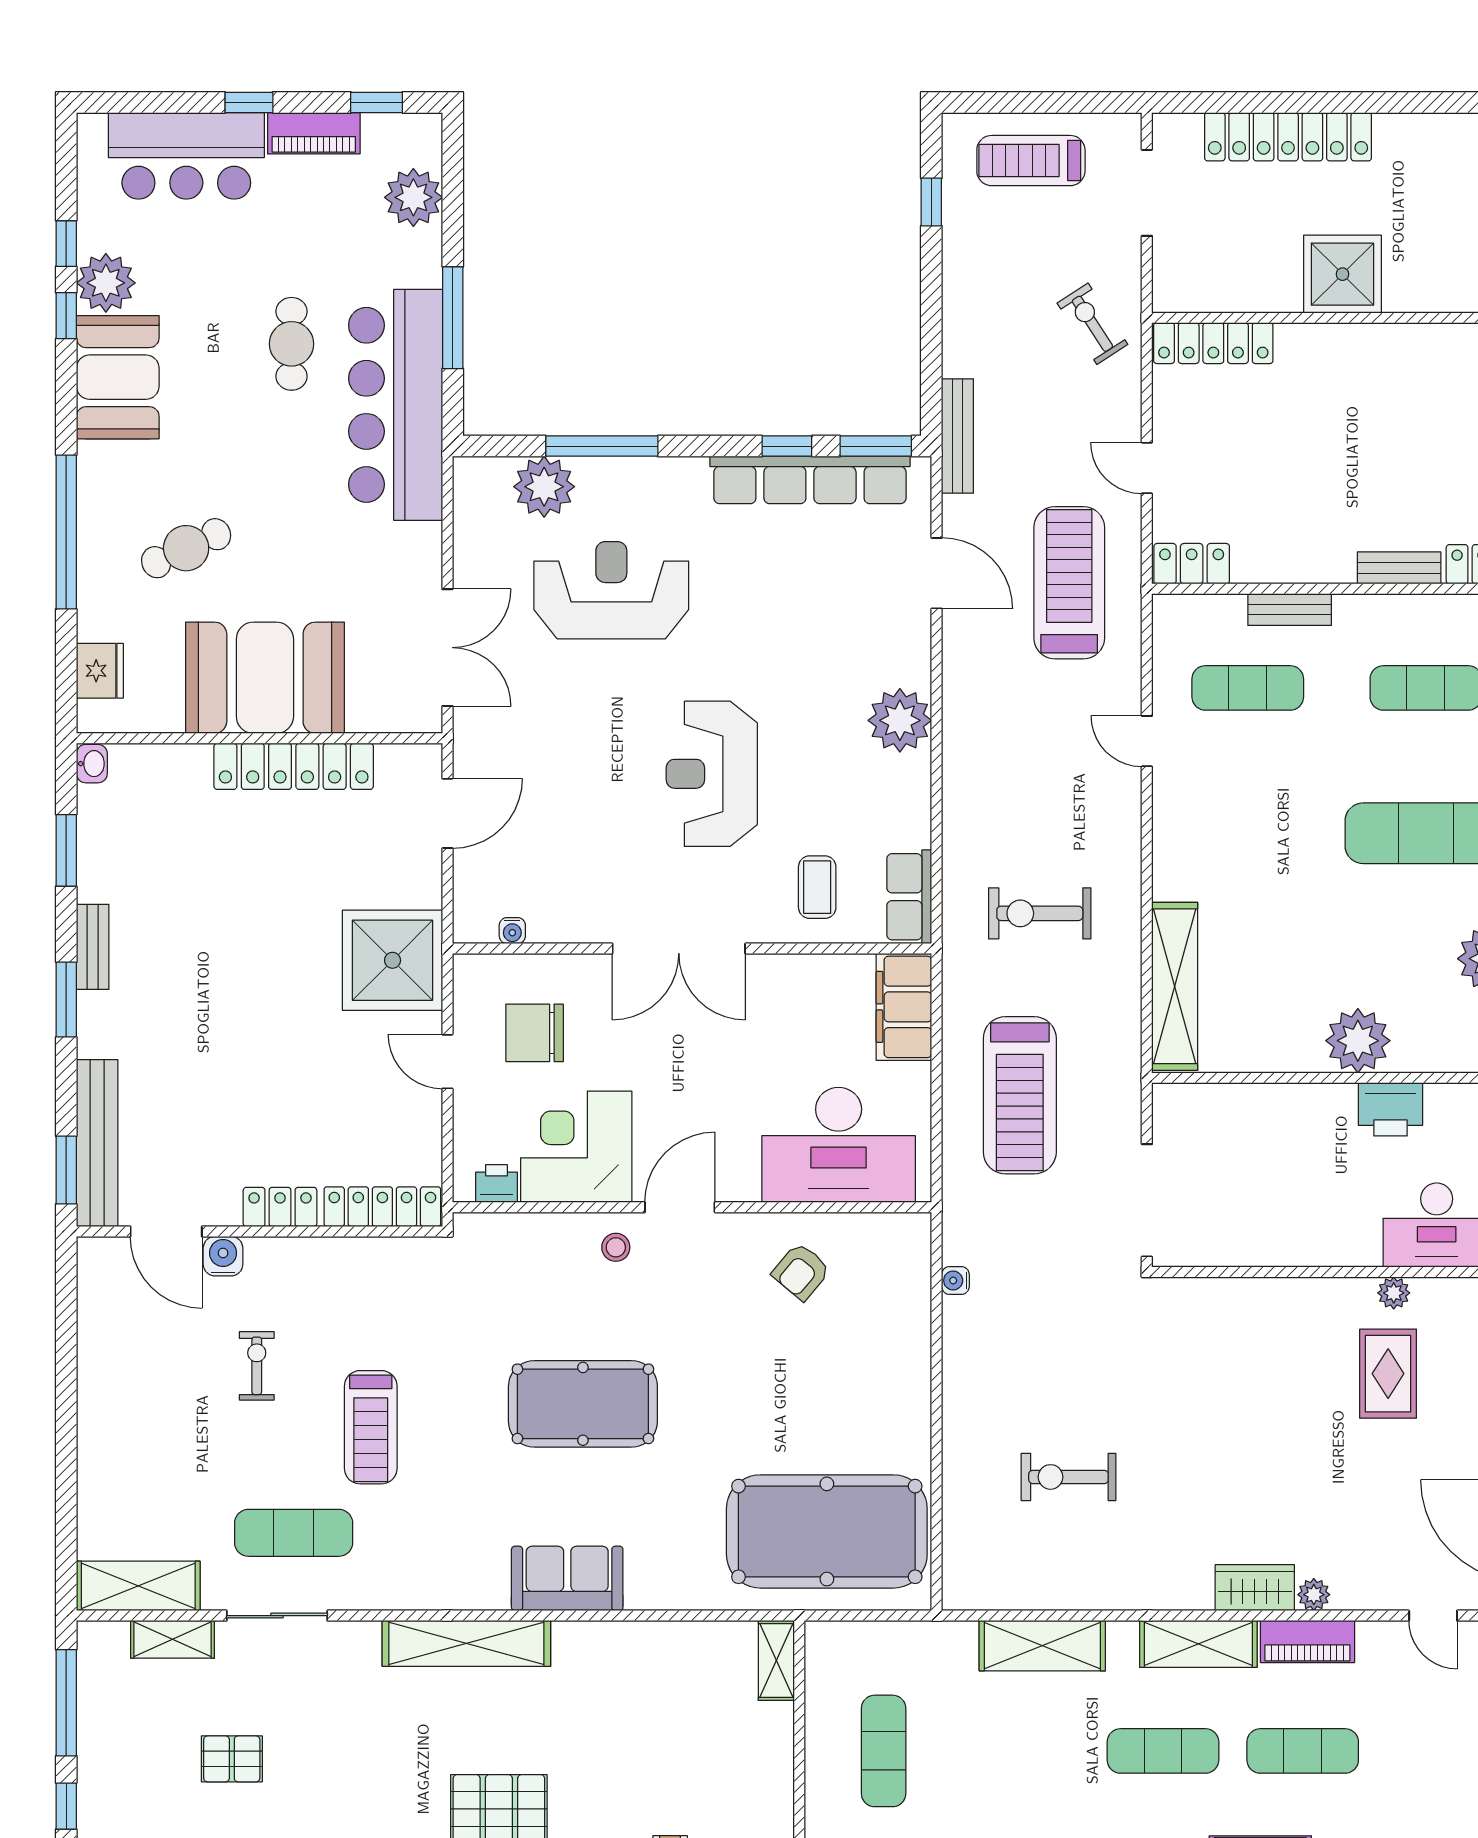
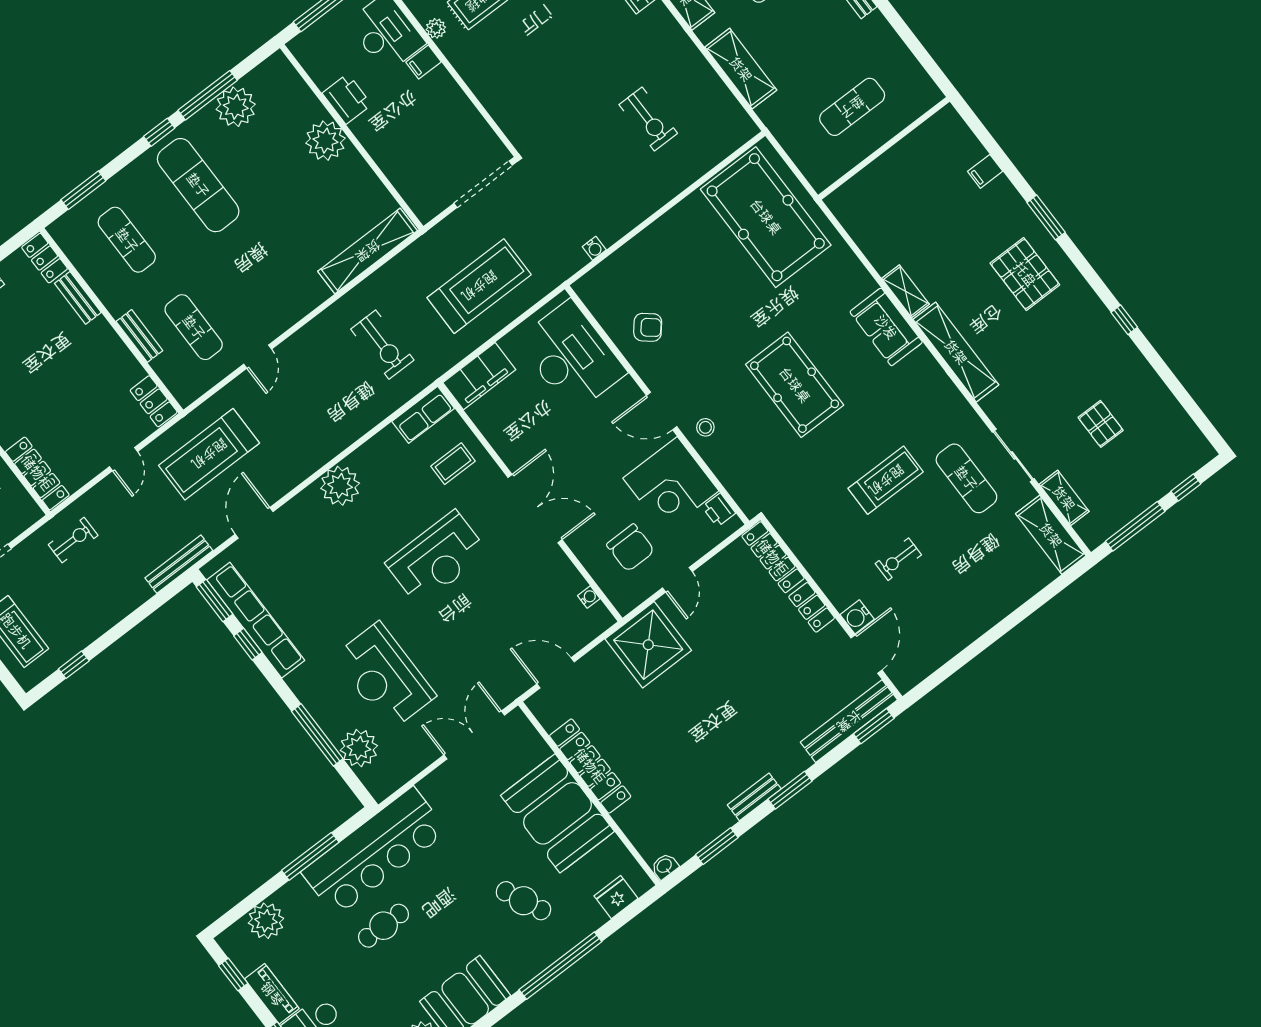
exercise bike: (1092, 324) -> (73, 540), turned -147
filing cabinet: (1363, 1244) -> (423, 62), added
shelving: (776, 1660) -> (906, 291), moved, turned 90

